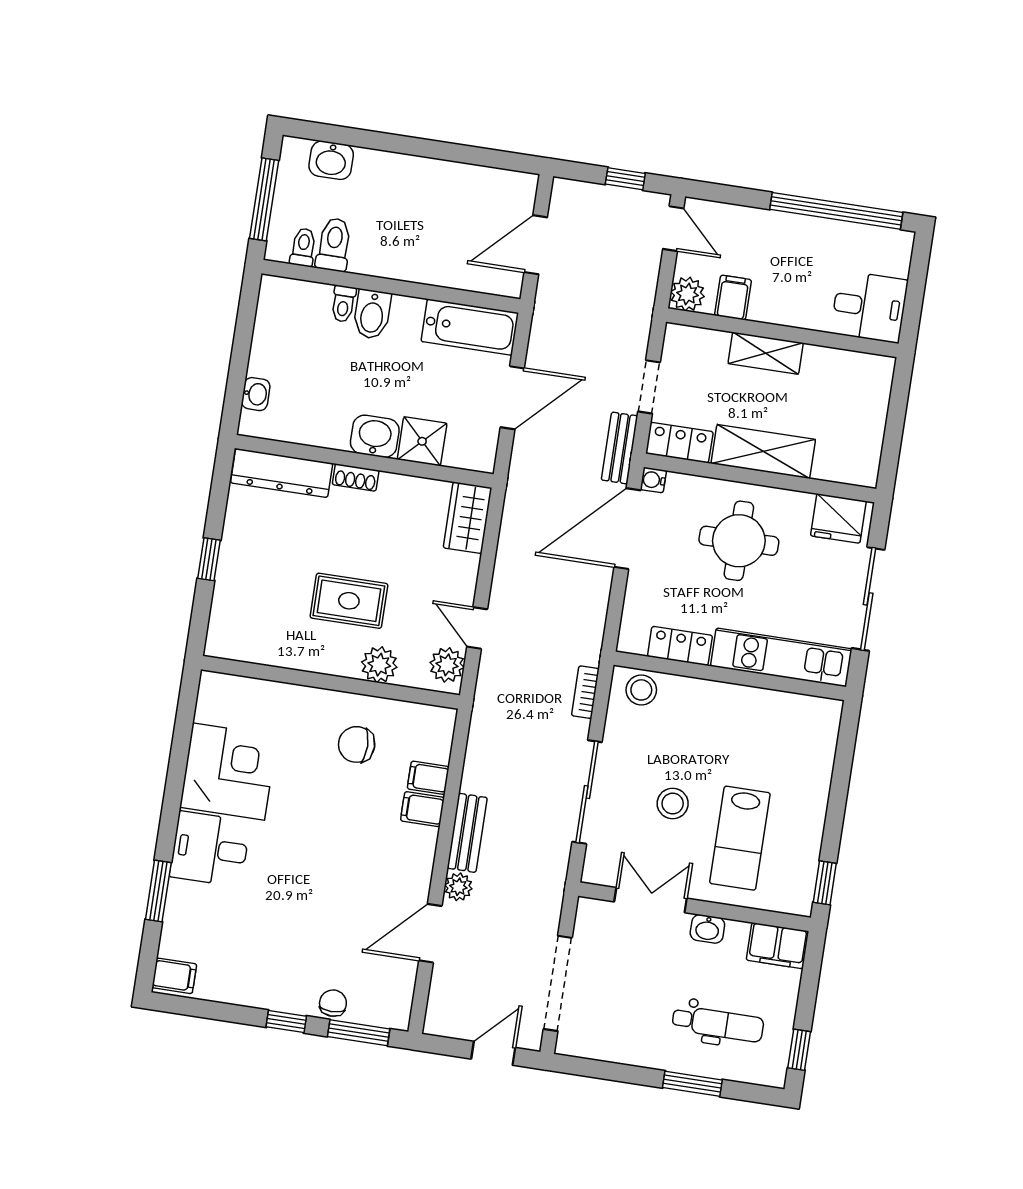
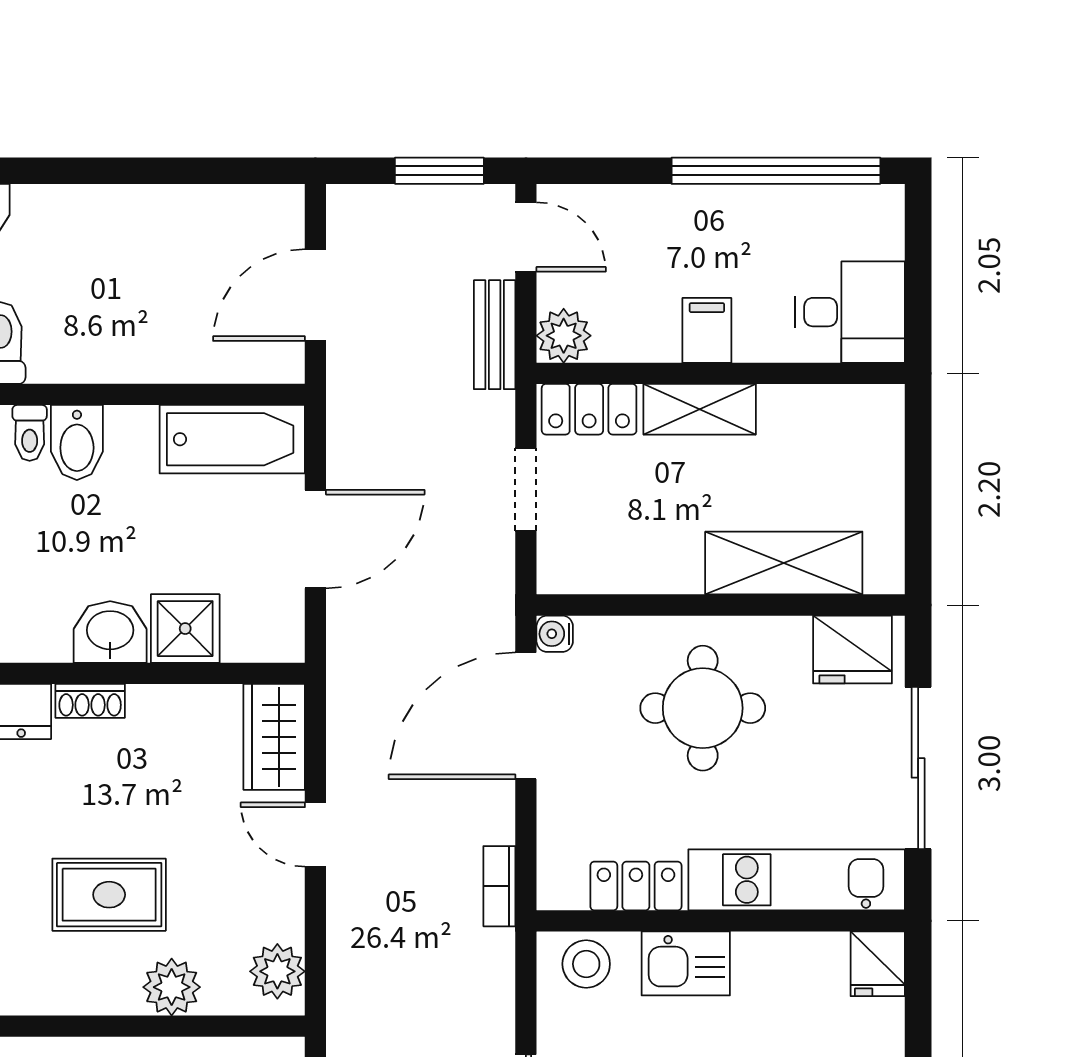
window: (625, 179) -> (439, 171), width x1.50
filing cabinet: (733, 298) -> (707, 330), moved
locker: (679, 443) -> (589, 409), moved, turned 180
bench: (620, 448) -> (495, 335), moved
shelving: (763, 451) -> (784, 563), moved
door: (477, 628) -> (315, 835), moved
bookcase: (585, 692) -> (499, 886), moved
kitchen sink: (704, 699) -> (686, 963), added
fridge: (824, 718) -> (878, 964), added

